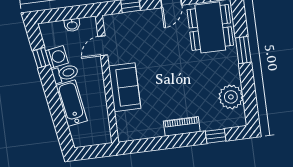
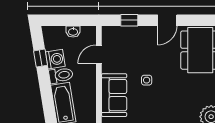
side table: (157, 67) -> (147, 80), added

